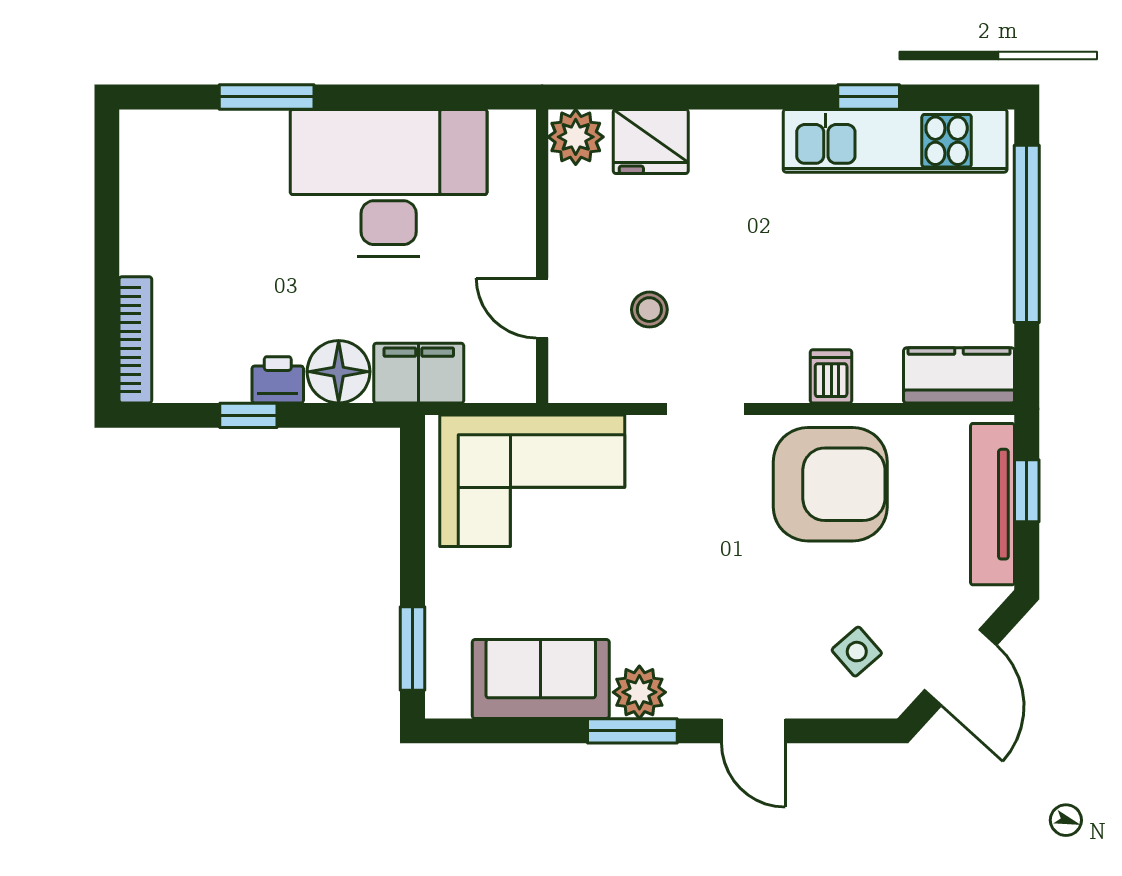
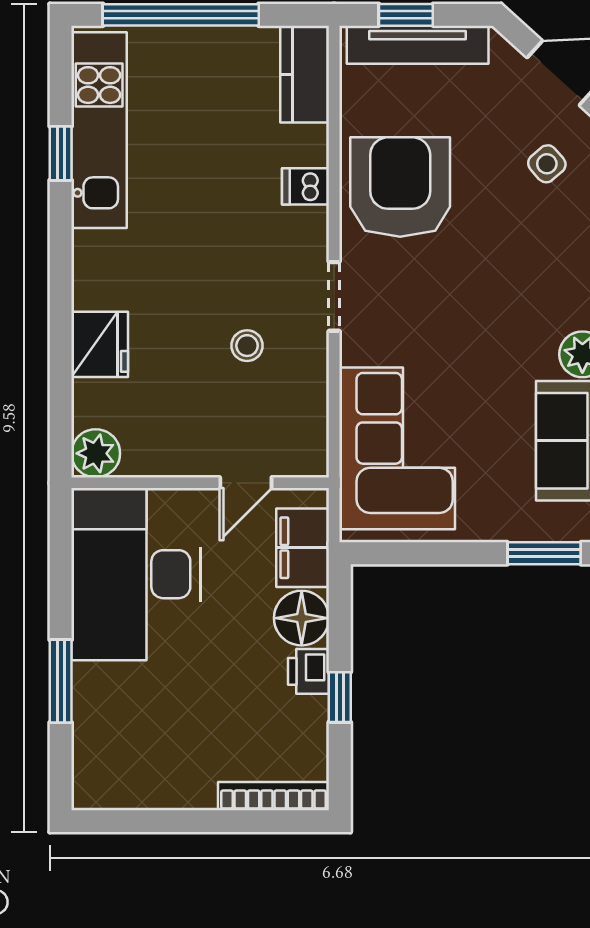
plant: (576, 137) -> (96, 453), moved
wall: (542, 256) -> (200, 483), moved
door: (542, 308) -> (246, 483), moved

